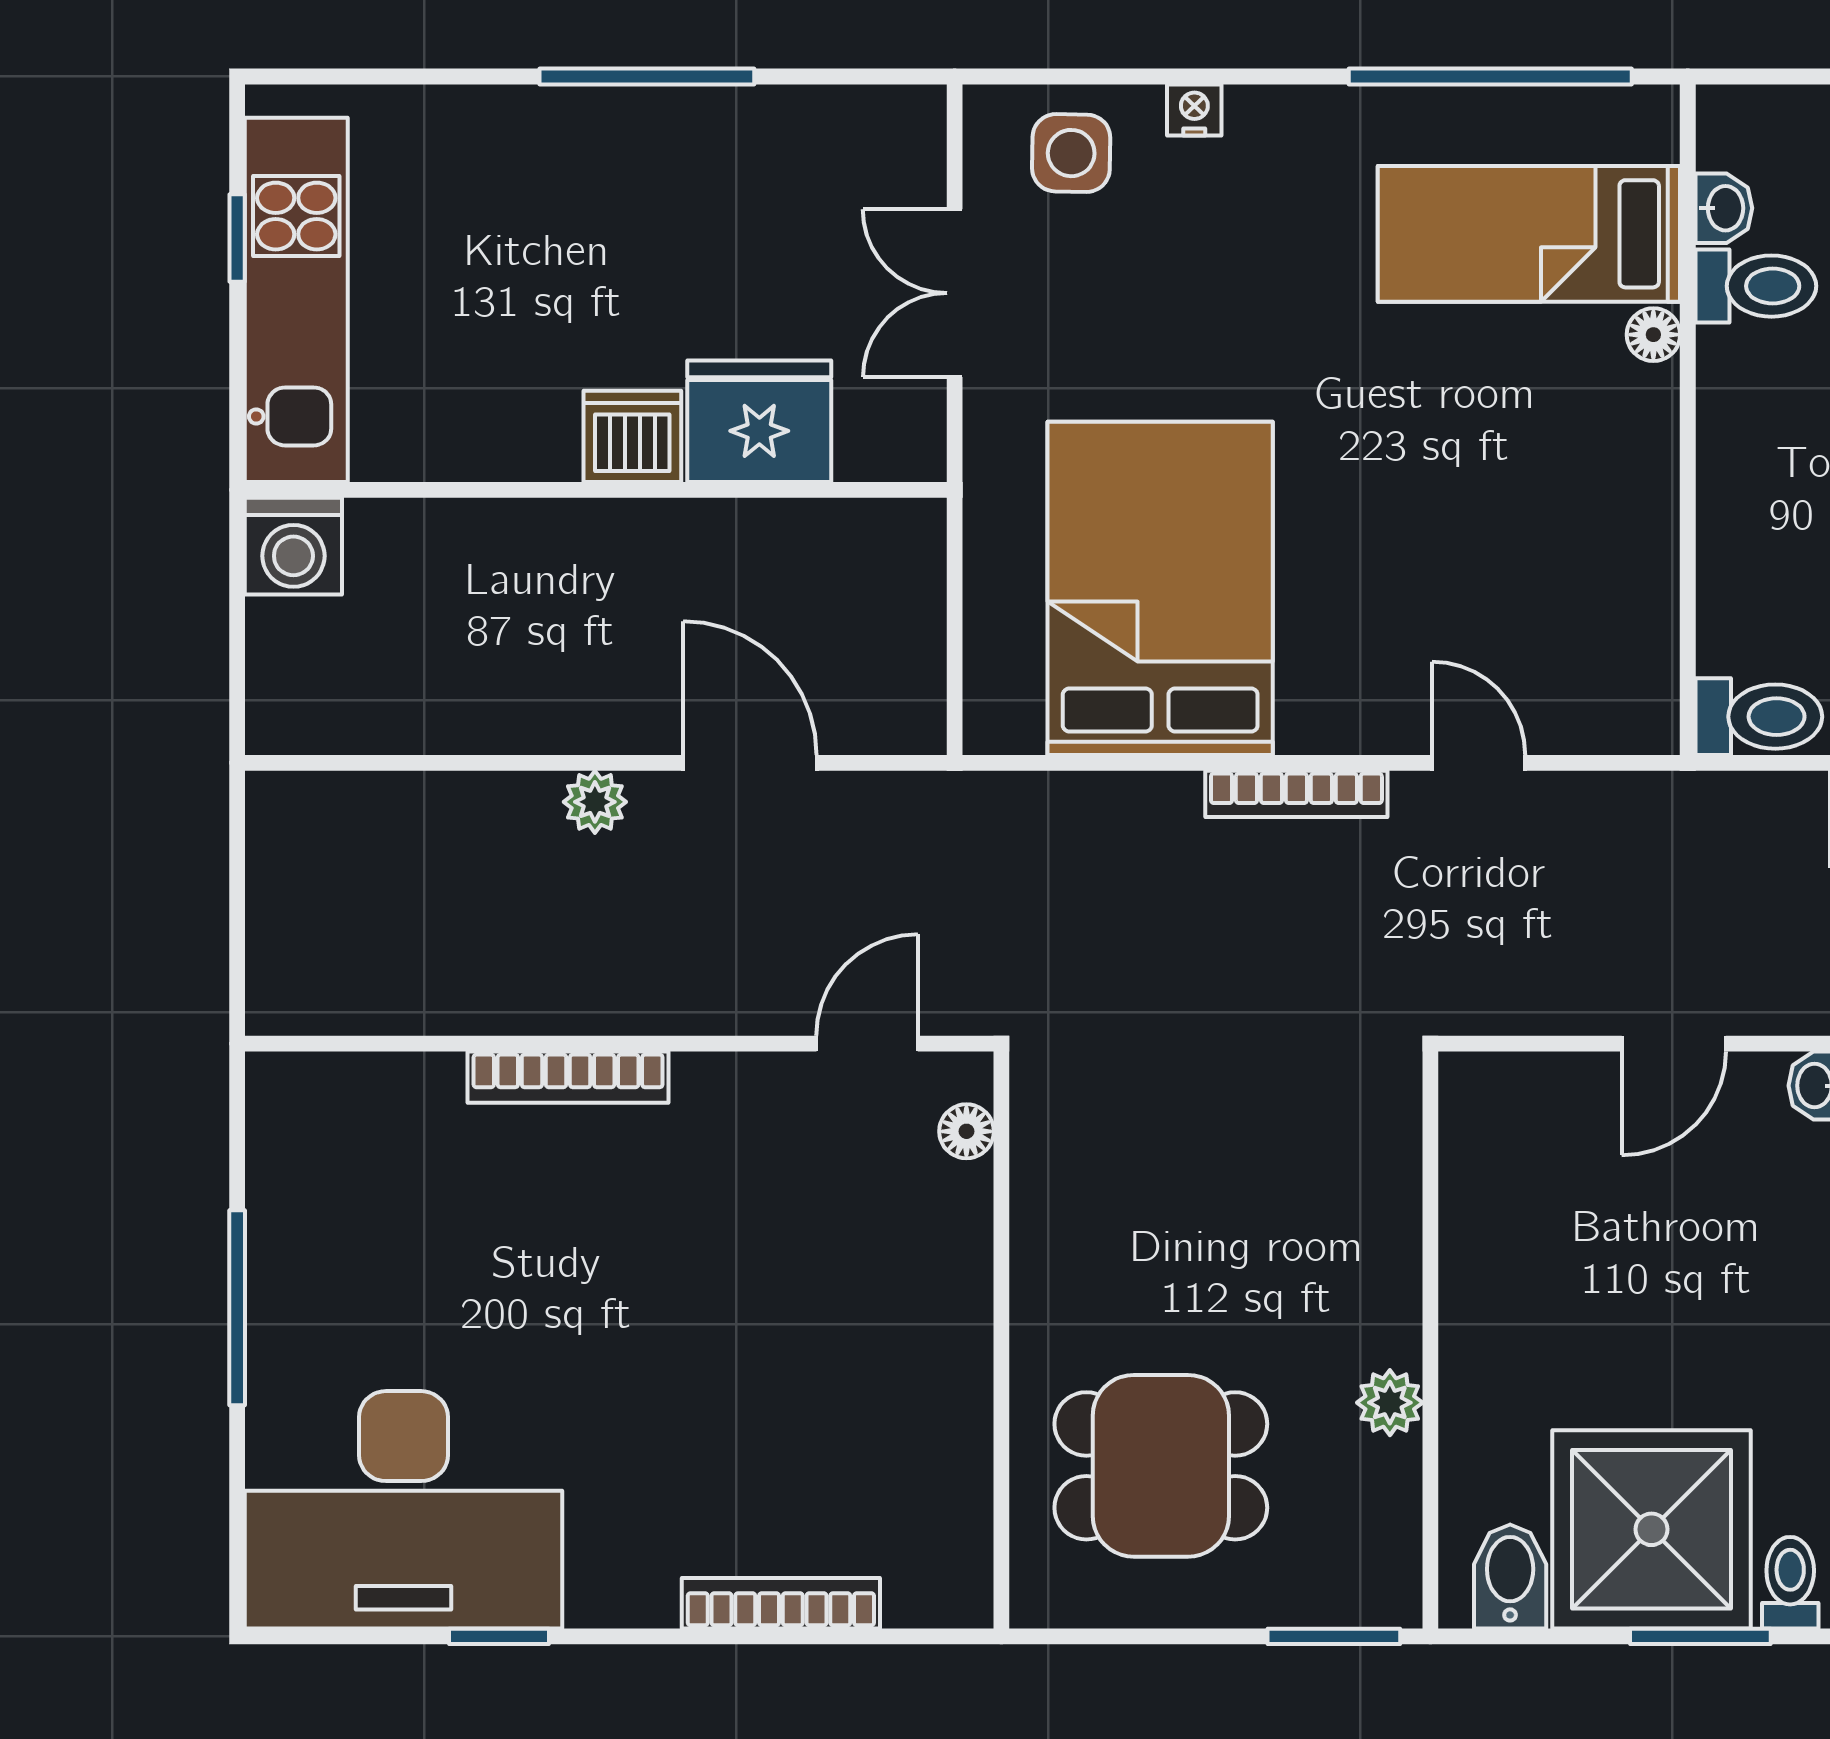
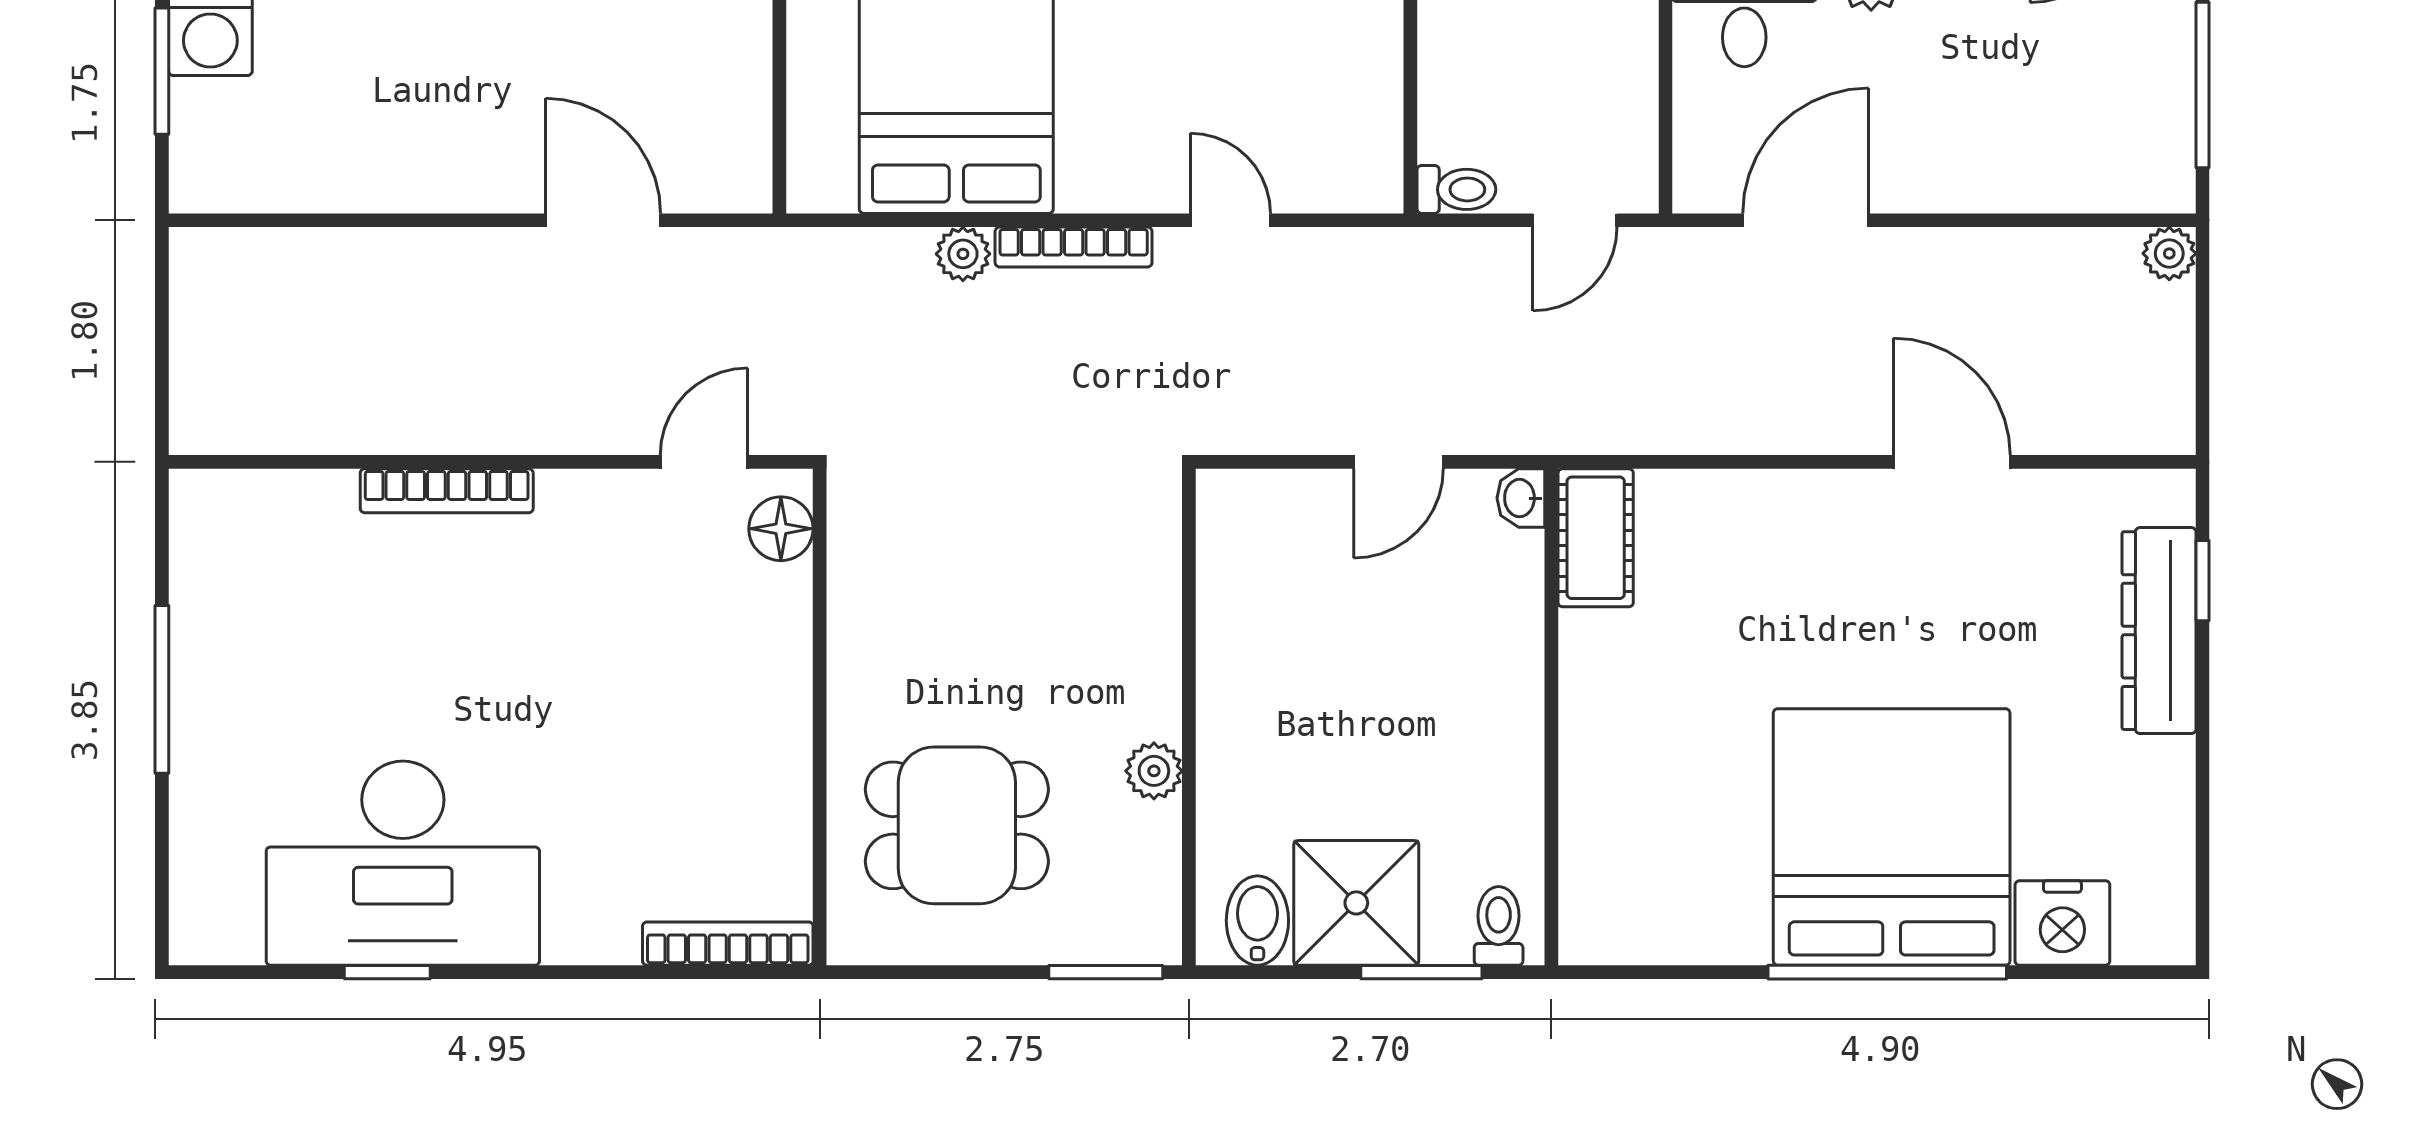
window: (237, 590) -> (162, 71), added
toilet: (1759, 717) -> (1456, 189), width x0.73, depth x0.72
plant: (595, 802) -> (963, 254), moved
floor lamp: (966, 1131) -> (781, 529), width x1.37, depth x1.37
desk: (404, 1510) -> (403, 863), moved
shower: (1651, 1529) -> (1356, 903), width x0.73, depth x0.73
bookcase: (781, 1603) -> (728, 944), moved

